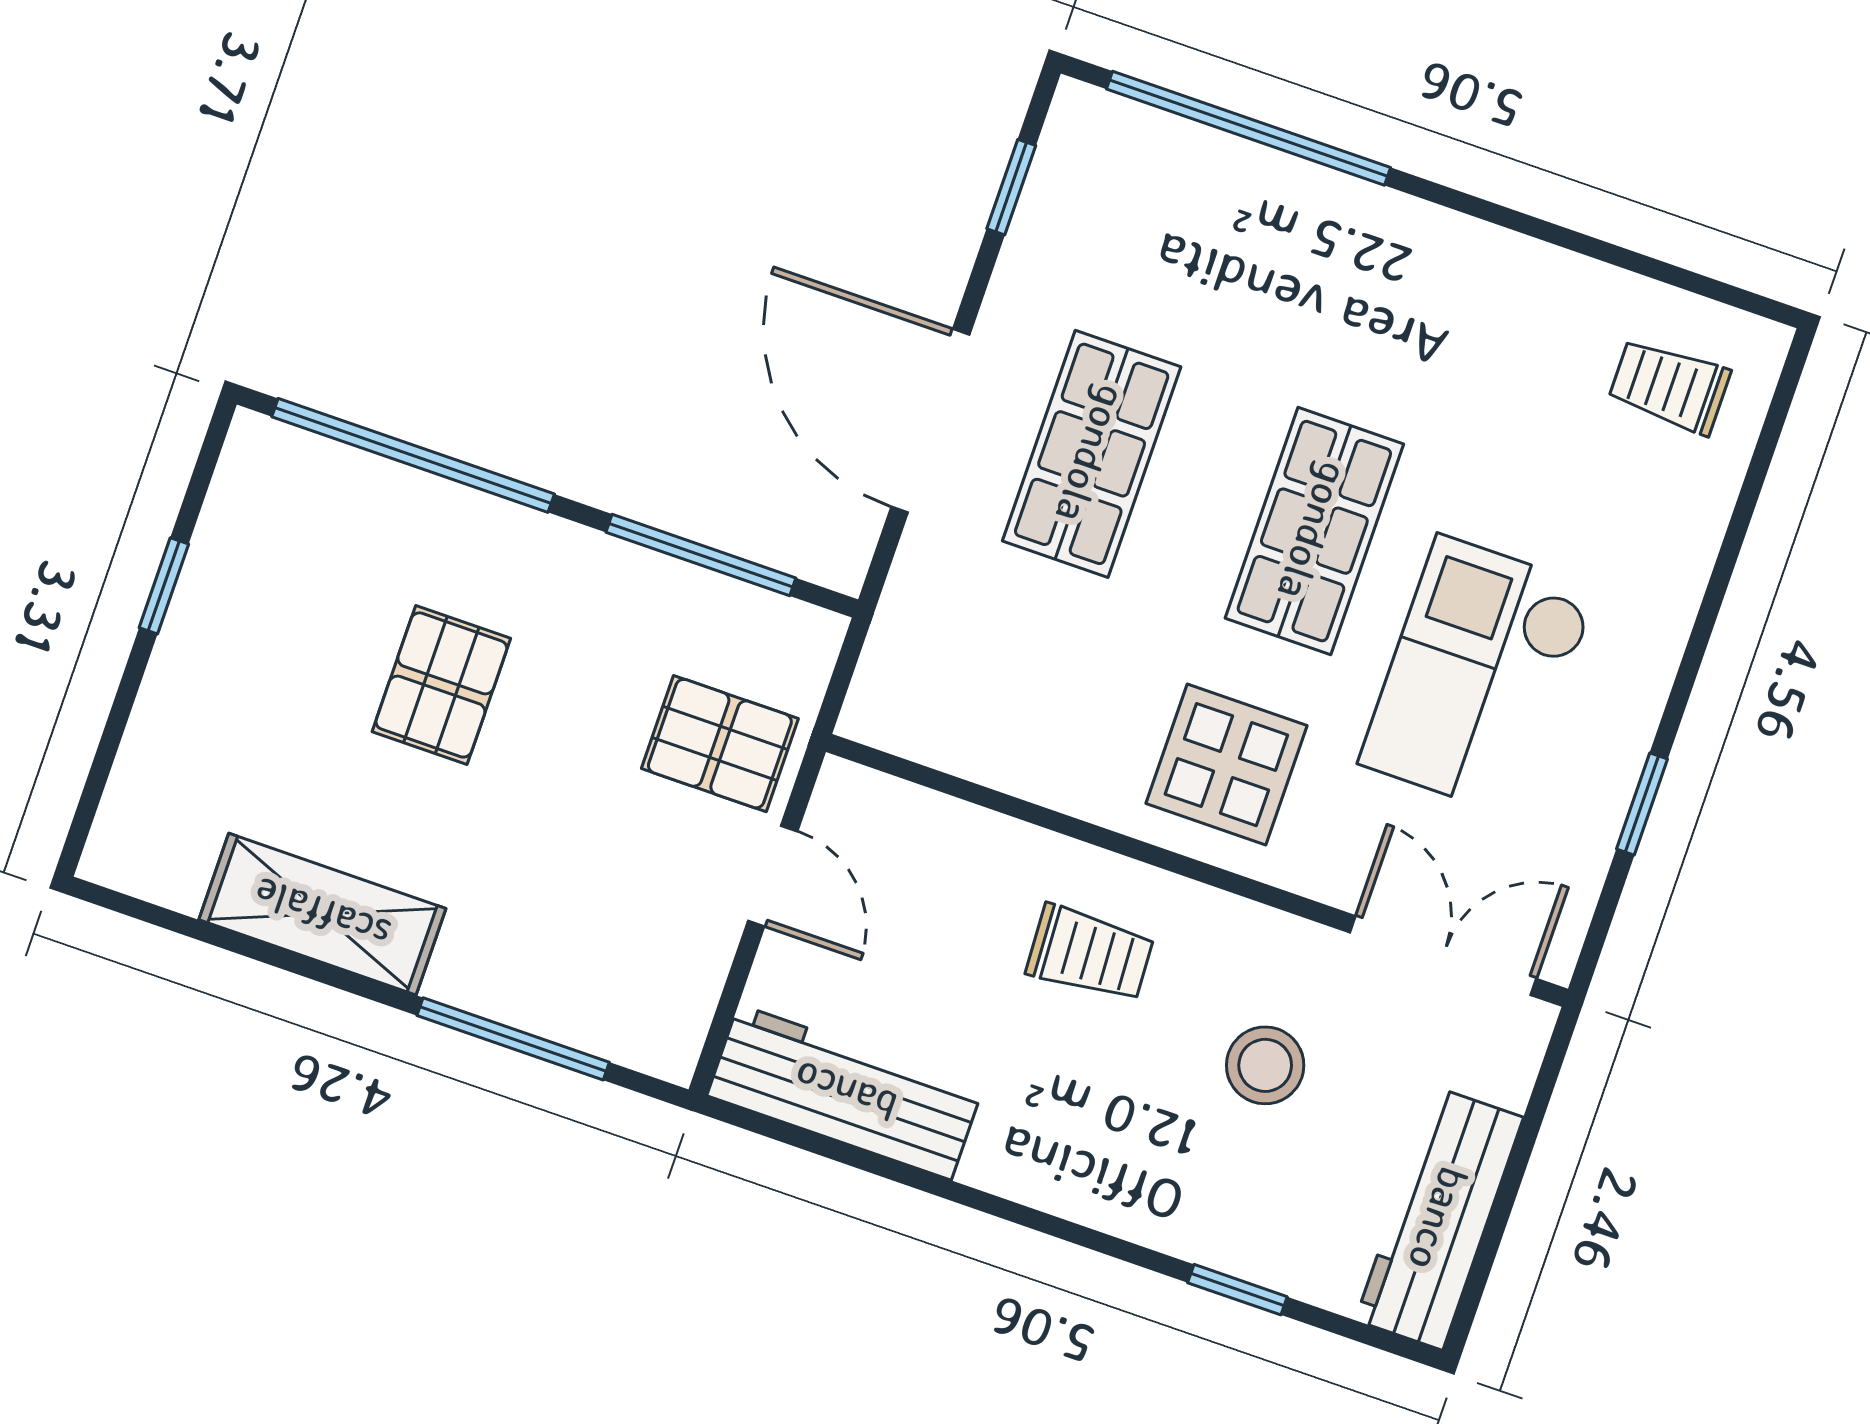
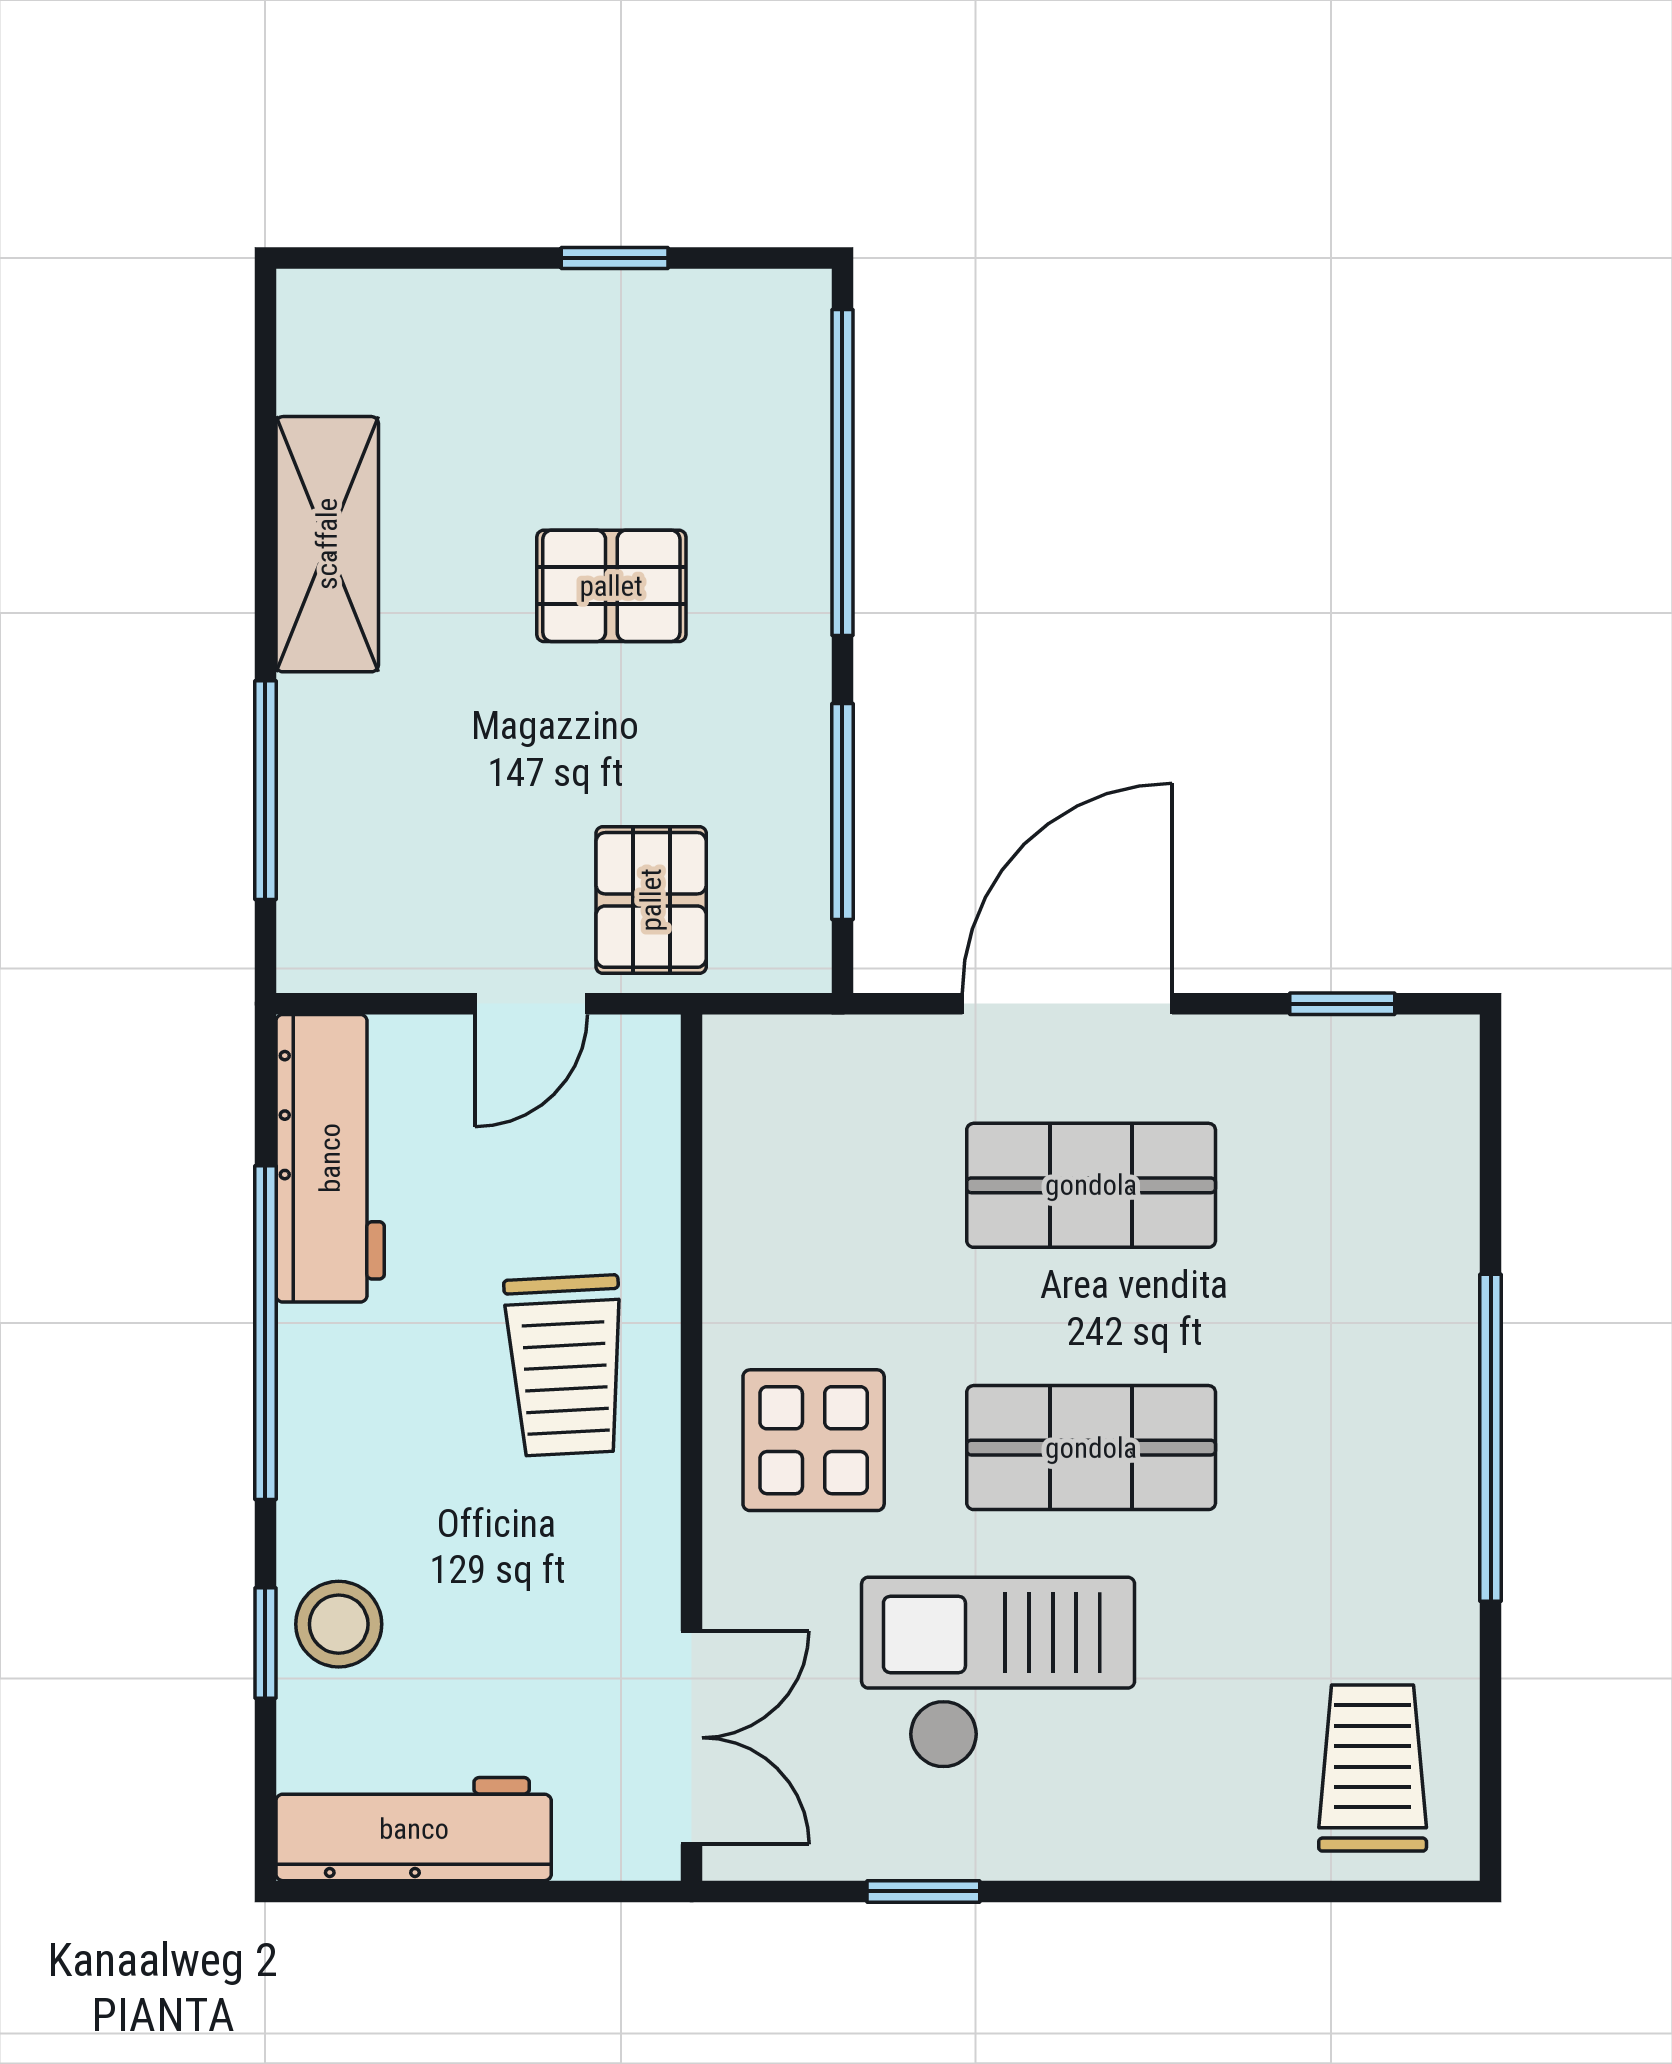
window: (1249, 128) -> (1491, 1438), moved
trolley: (1669, 386) -> (1373, 1768), width x1.36, depth x1.39
trolley: (1090, 954) -> (565, 1366), width x1.36, depth x1.39
stool: (1265, 1065) -> (339, 1624), moved
window: (974, 1198) -> (265, 1333), added

